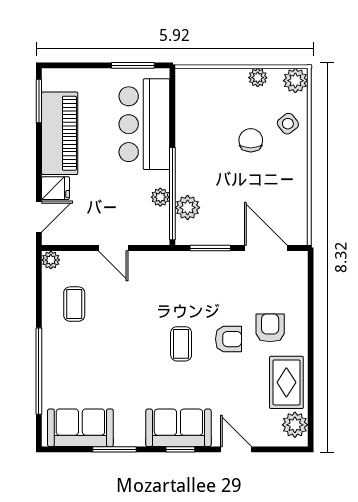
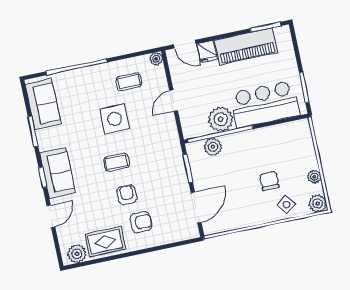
chair: (251, 140) -> (269, 181), turned -90
plant: (160, 197) -> (221, 119), width x1.87, depth x1.87
side table: (121, 334) -> (115, 119), added
armchair: (229, 339) -> (127, 195), turned 180

